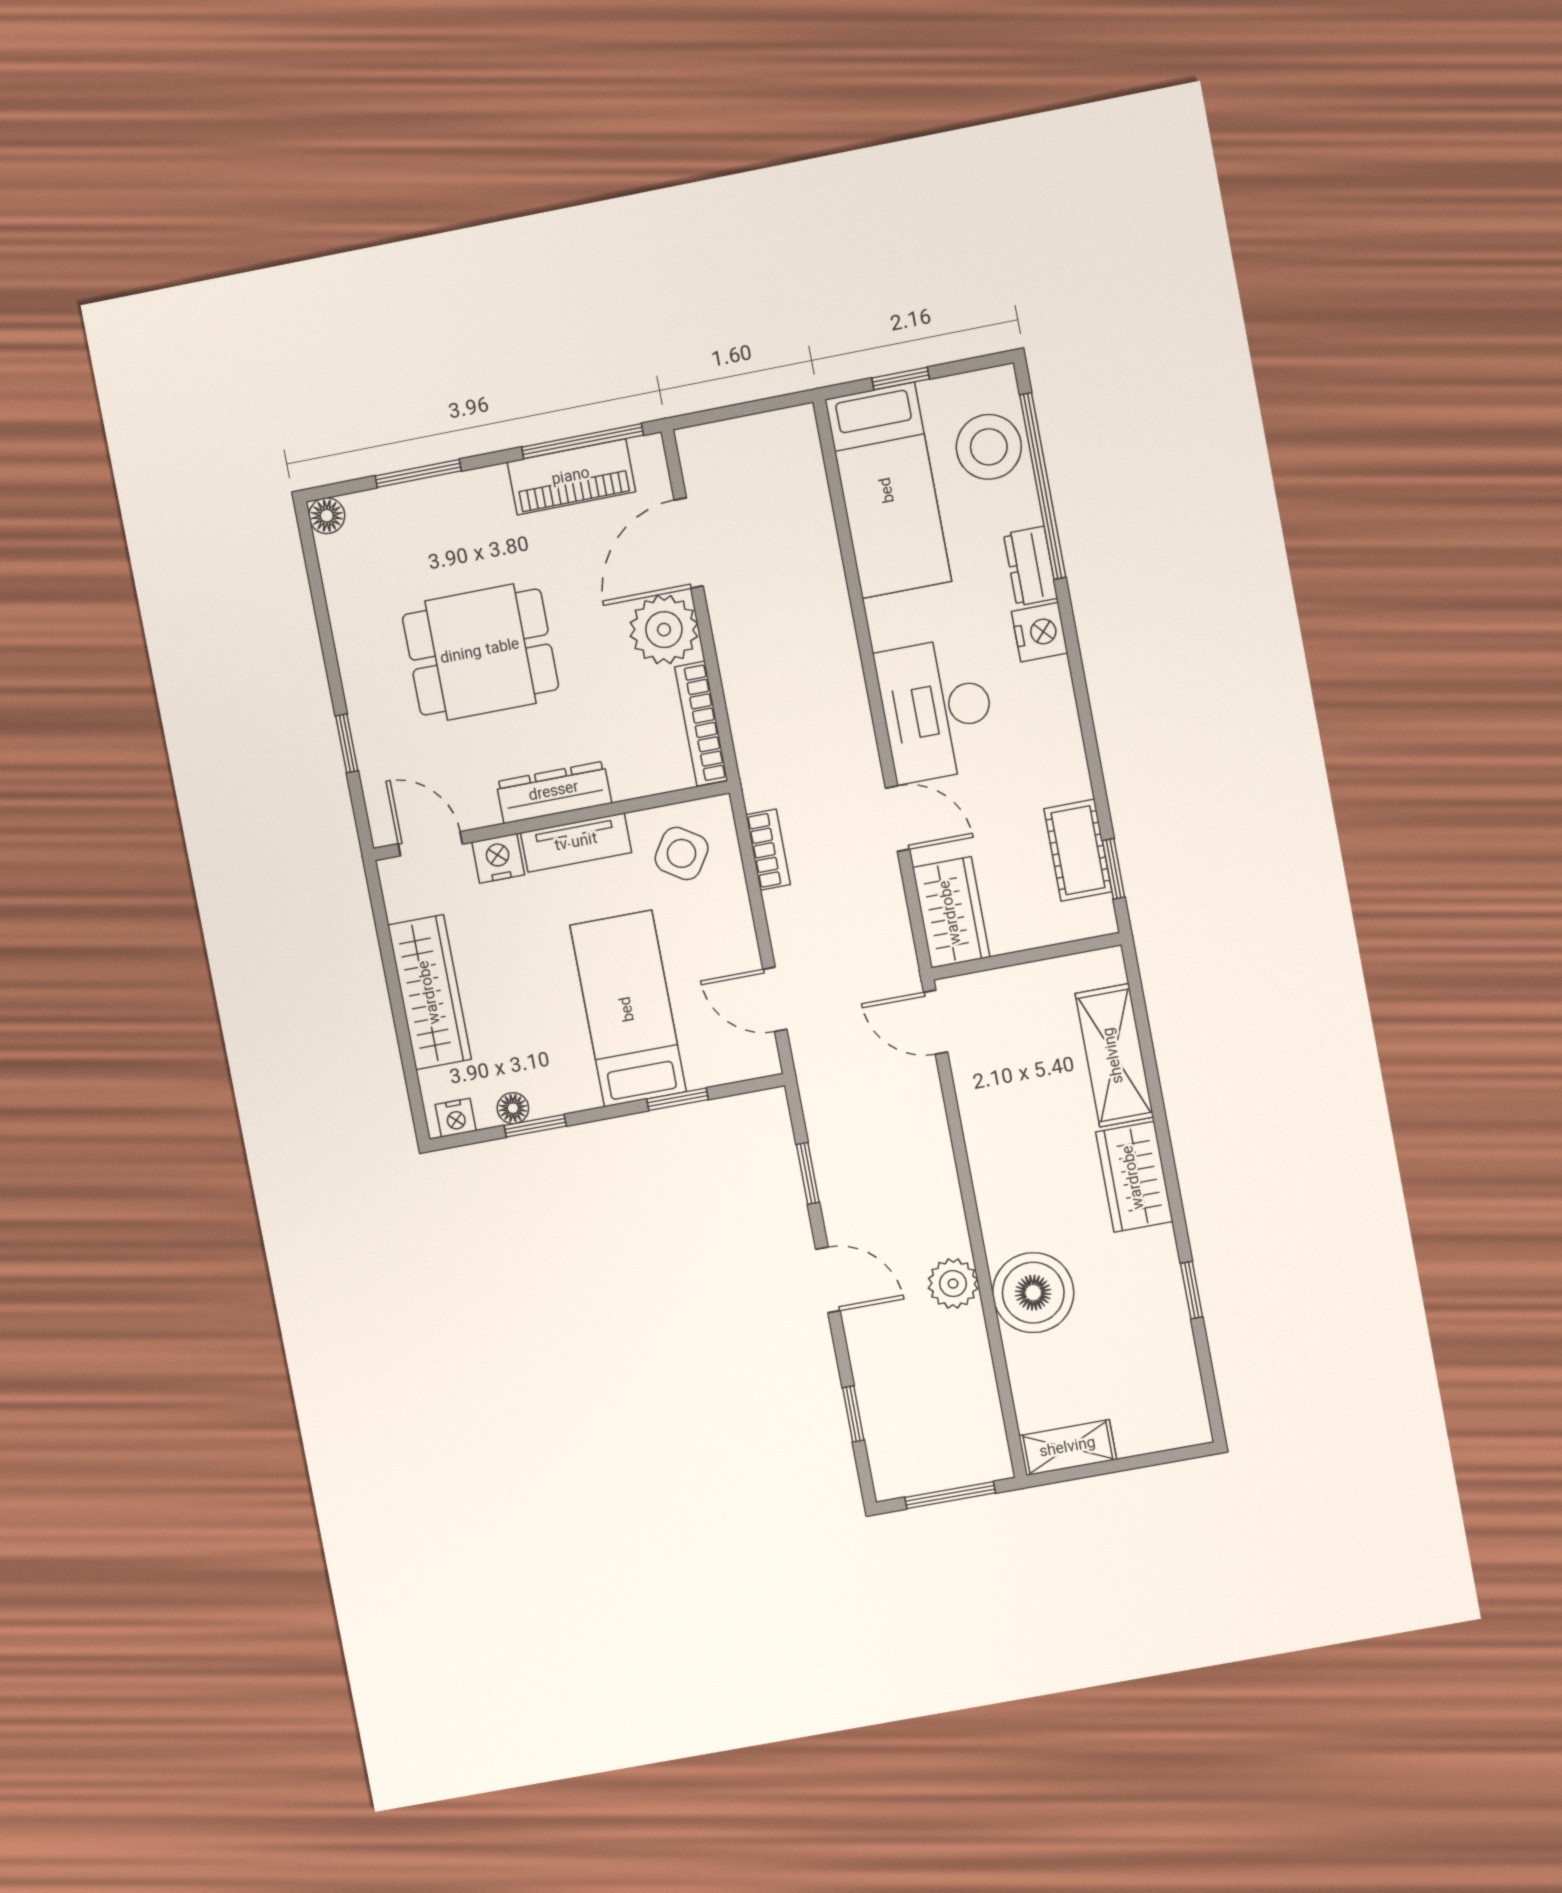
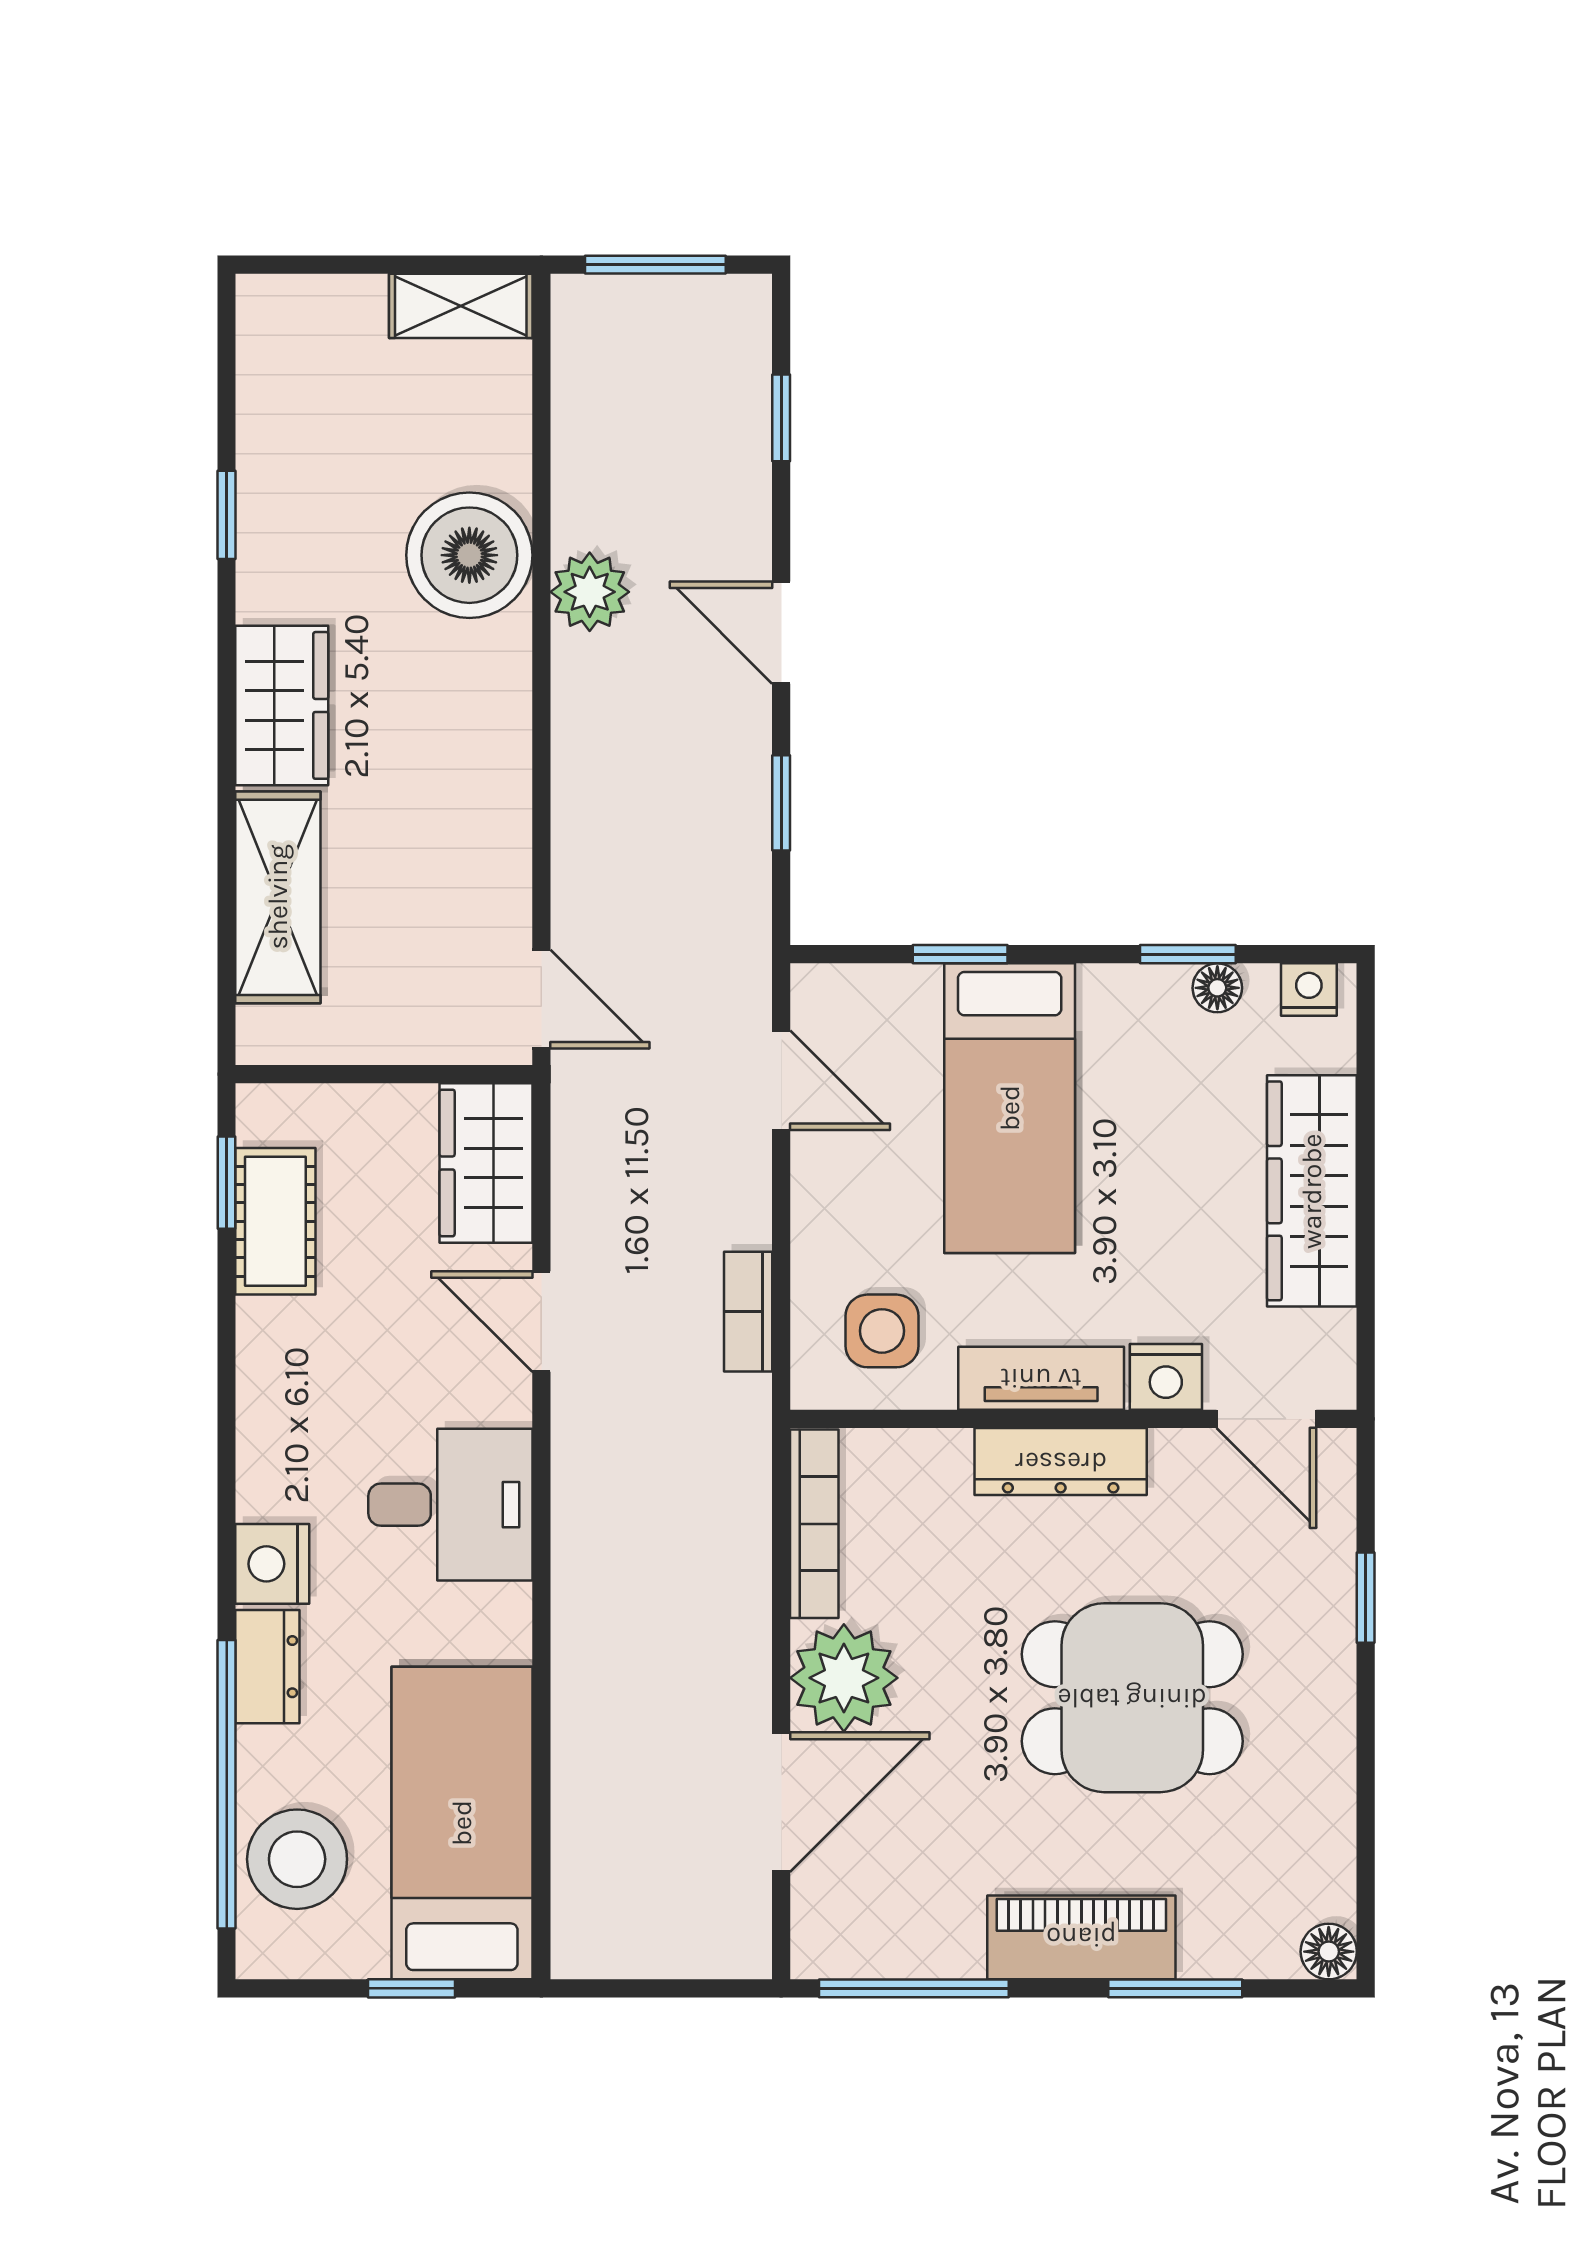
piano: (571, 477) -> (1081, 1937), moved
desk: (937, 710) -> (450, 1505), width x0.73
side table: (682, 853) -> (882, 1331), turned -33

